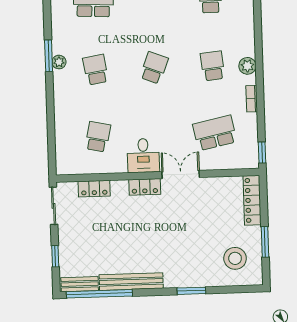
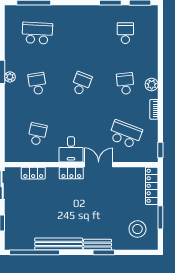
school desk: (215, 133) -> (125, 134), turned 33
bench: (80, 284) -> (98, 245), moved

